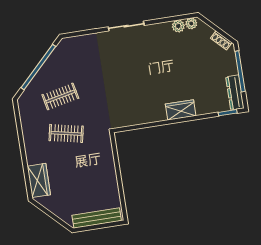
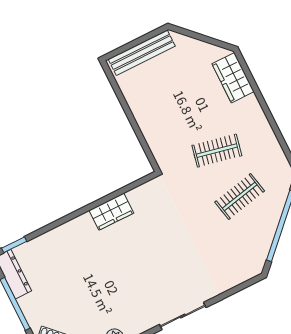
wardrobe: (181, 110) -> (111, 212), moved

